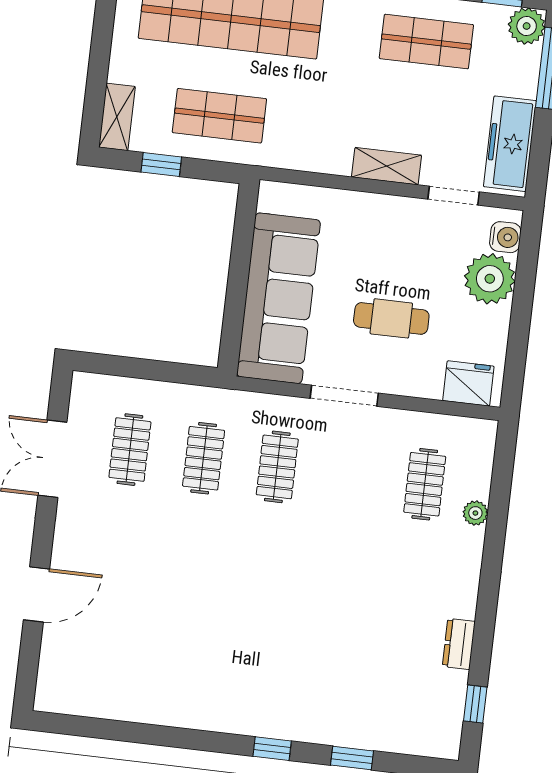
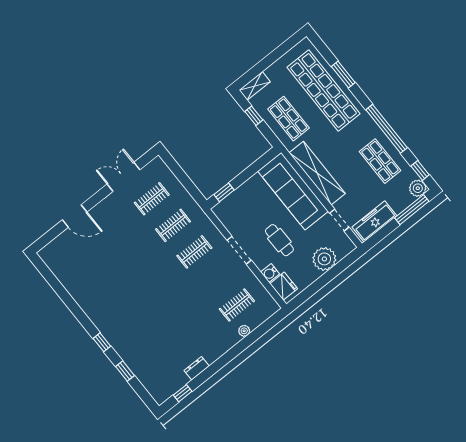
shelving: (387, 166) -> (317, 173), width x2.20, depth x1.33
water cooler: (505, 237) -> (270, 273), moved, turned 90
sofa: (279, 298) -> (293, 191), moved, turned 90
window: (232, 329) -> (224, 192), added

